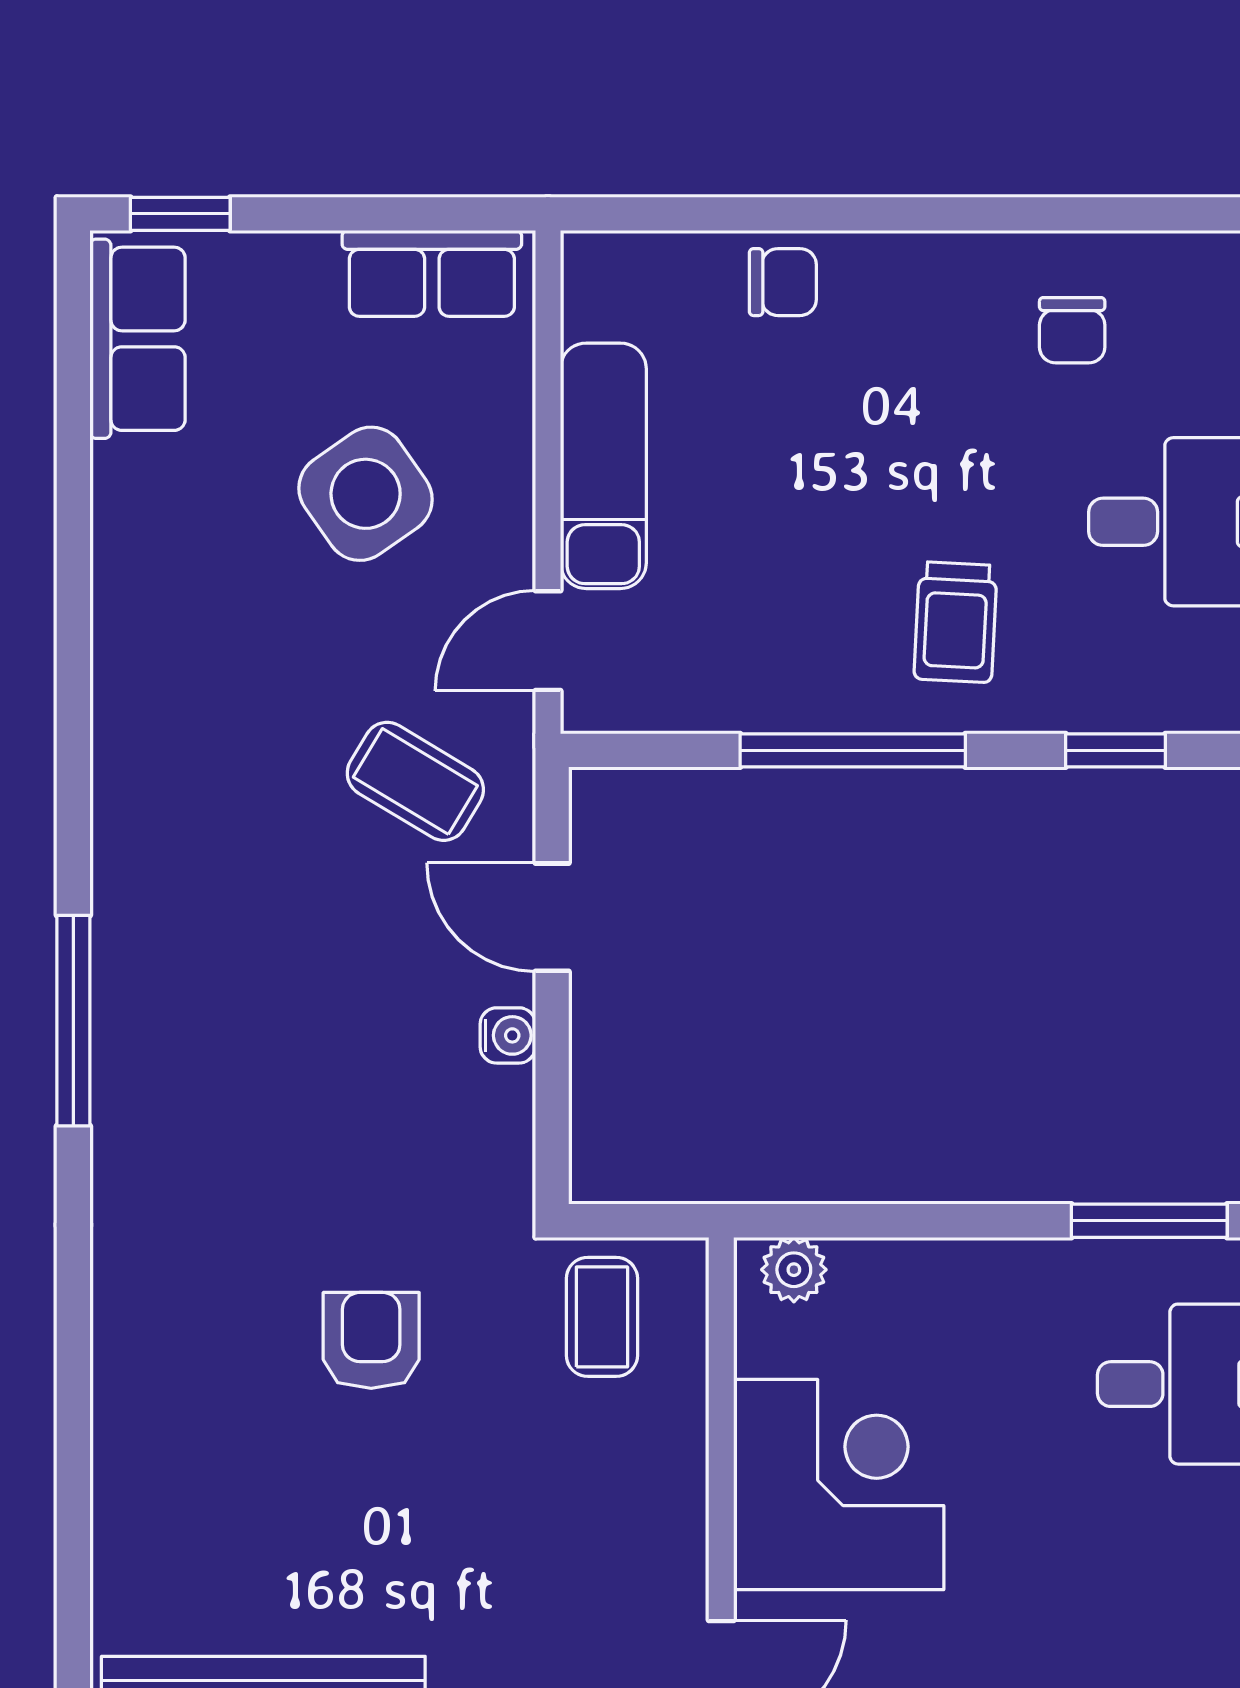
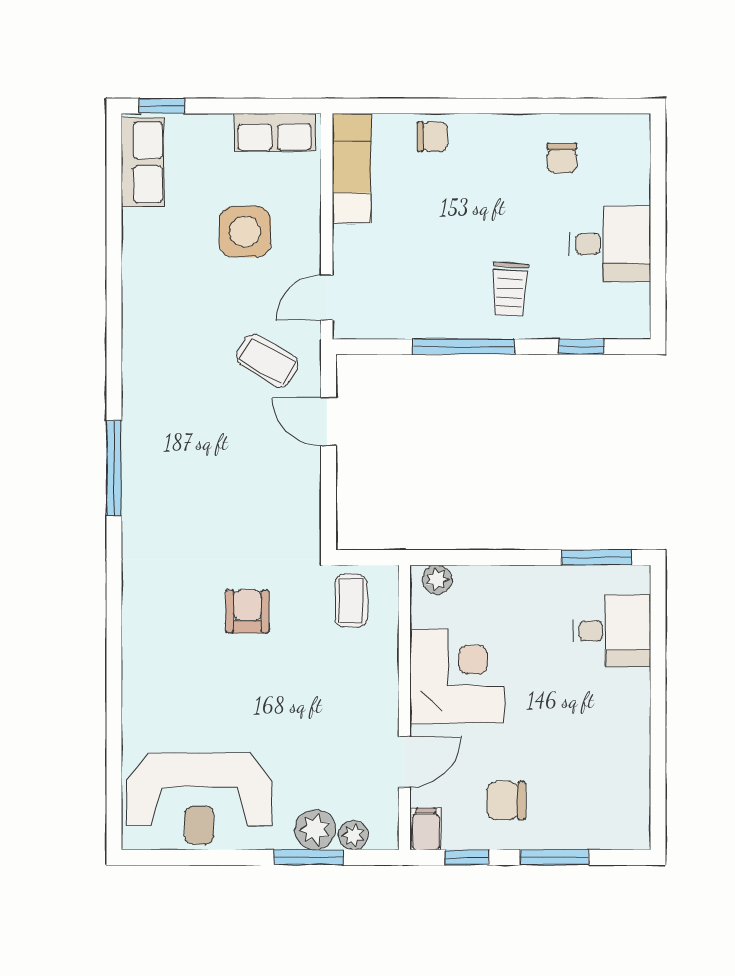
exam couch: (603, 466) -> (352, 169), moved
side table: (366, 494) -> (245, 232), turned 35
water cooler: (508, 1035) -> (309, 474), removed

